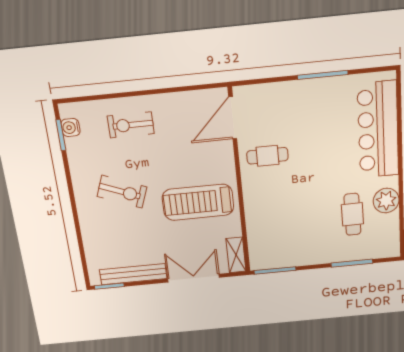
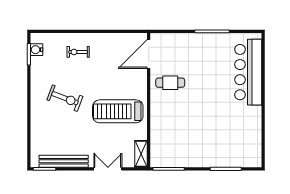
exercise bike: (131, 125) -> (78, 52), width x0.73, depth x0.72
plant: (386, 201) -> (252, 123), removed
cafe table: (352, 214) -> (228, 131), removed
double door: (194, 278) -> (108, 169), width x0.73

